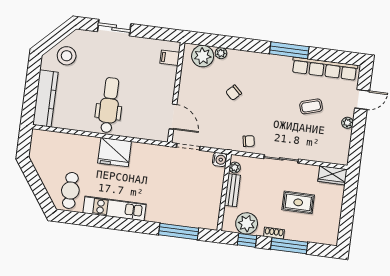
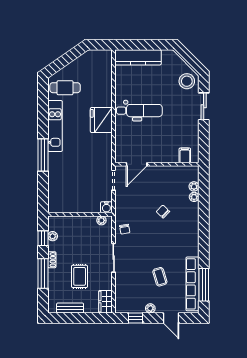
window: (289, 50) -> (204, 285), moved
stool: (67, 56) -> (187, 81), moved
plant: (203, 56) -> (194, 186), width x0.53, depth x0.53
window: (357, 142) -> (136, 318), added
bench: (232, 190) -> (70, 308), moved
plant: (247, 223) -> (53, 236), width x0.53, depth x0.53
window: (179, 231) -> (43, 155), moved

